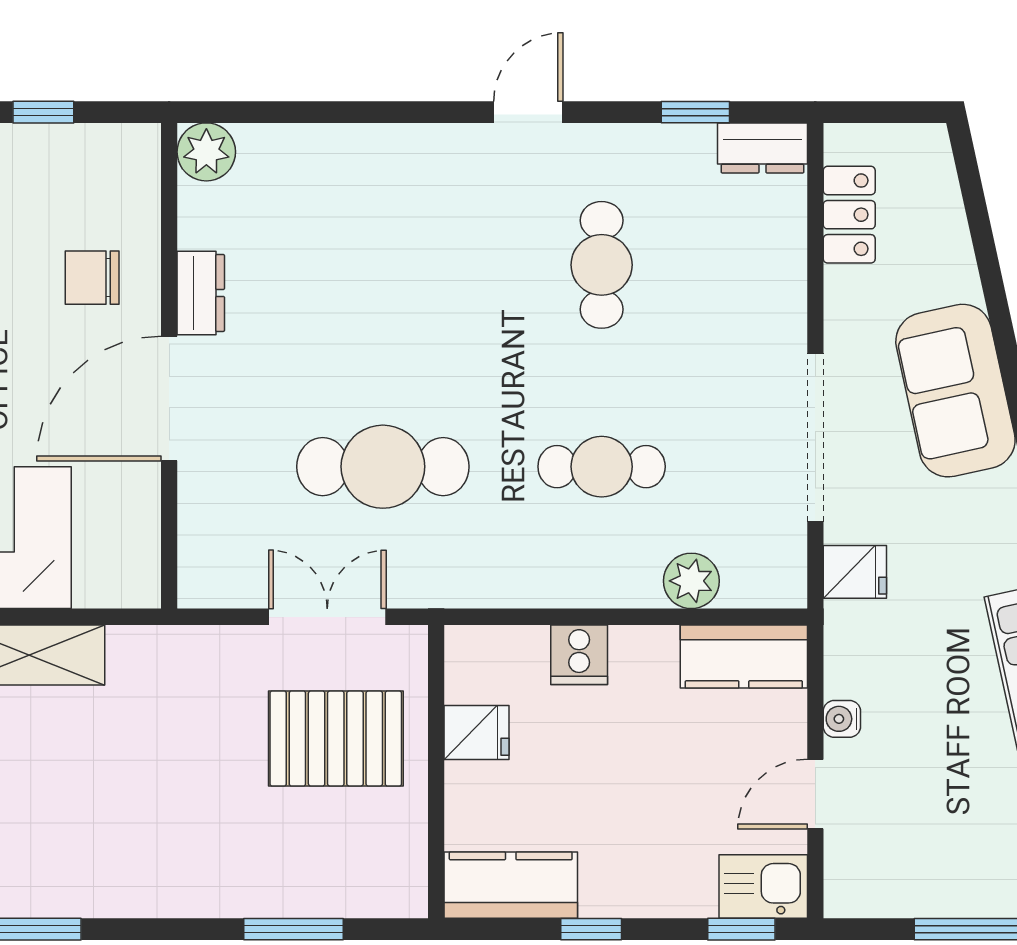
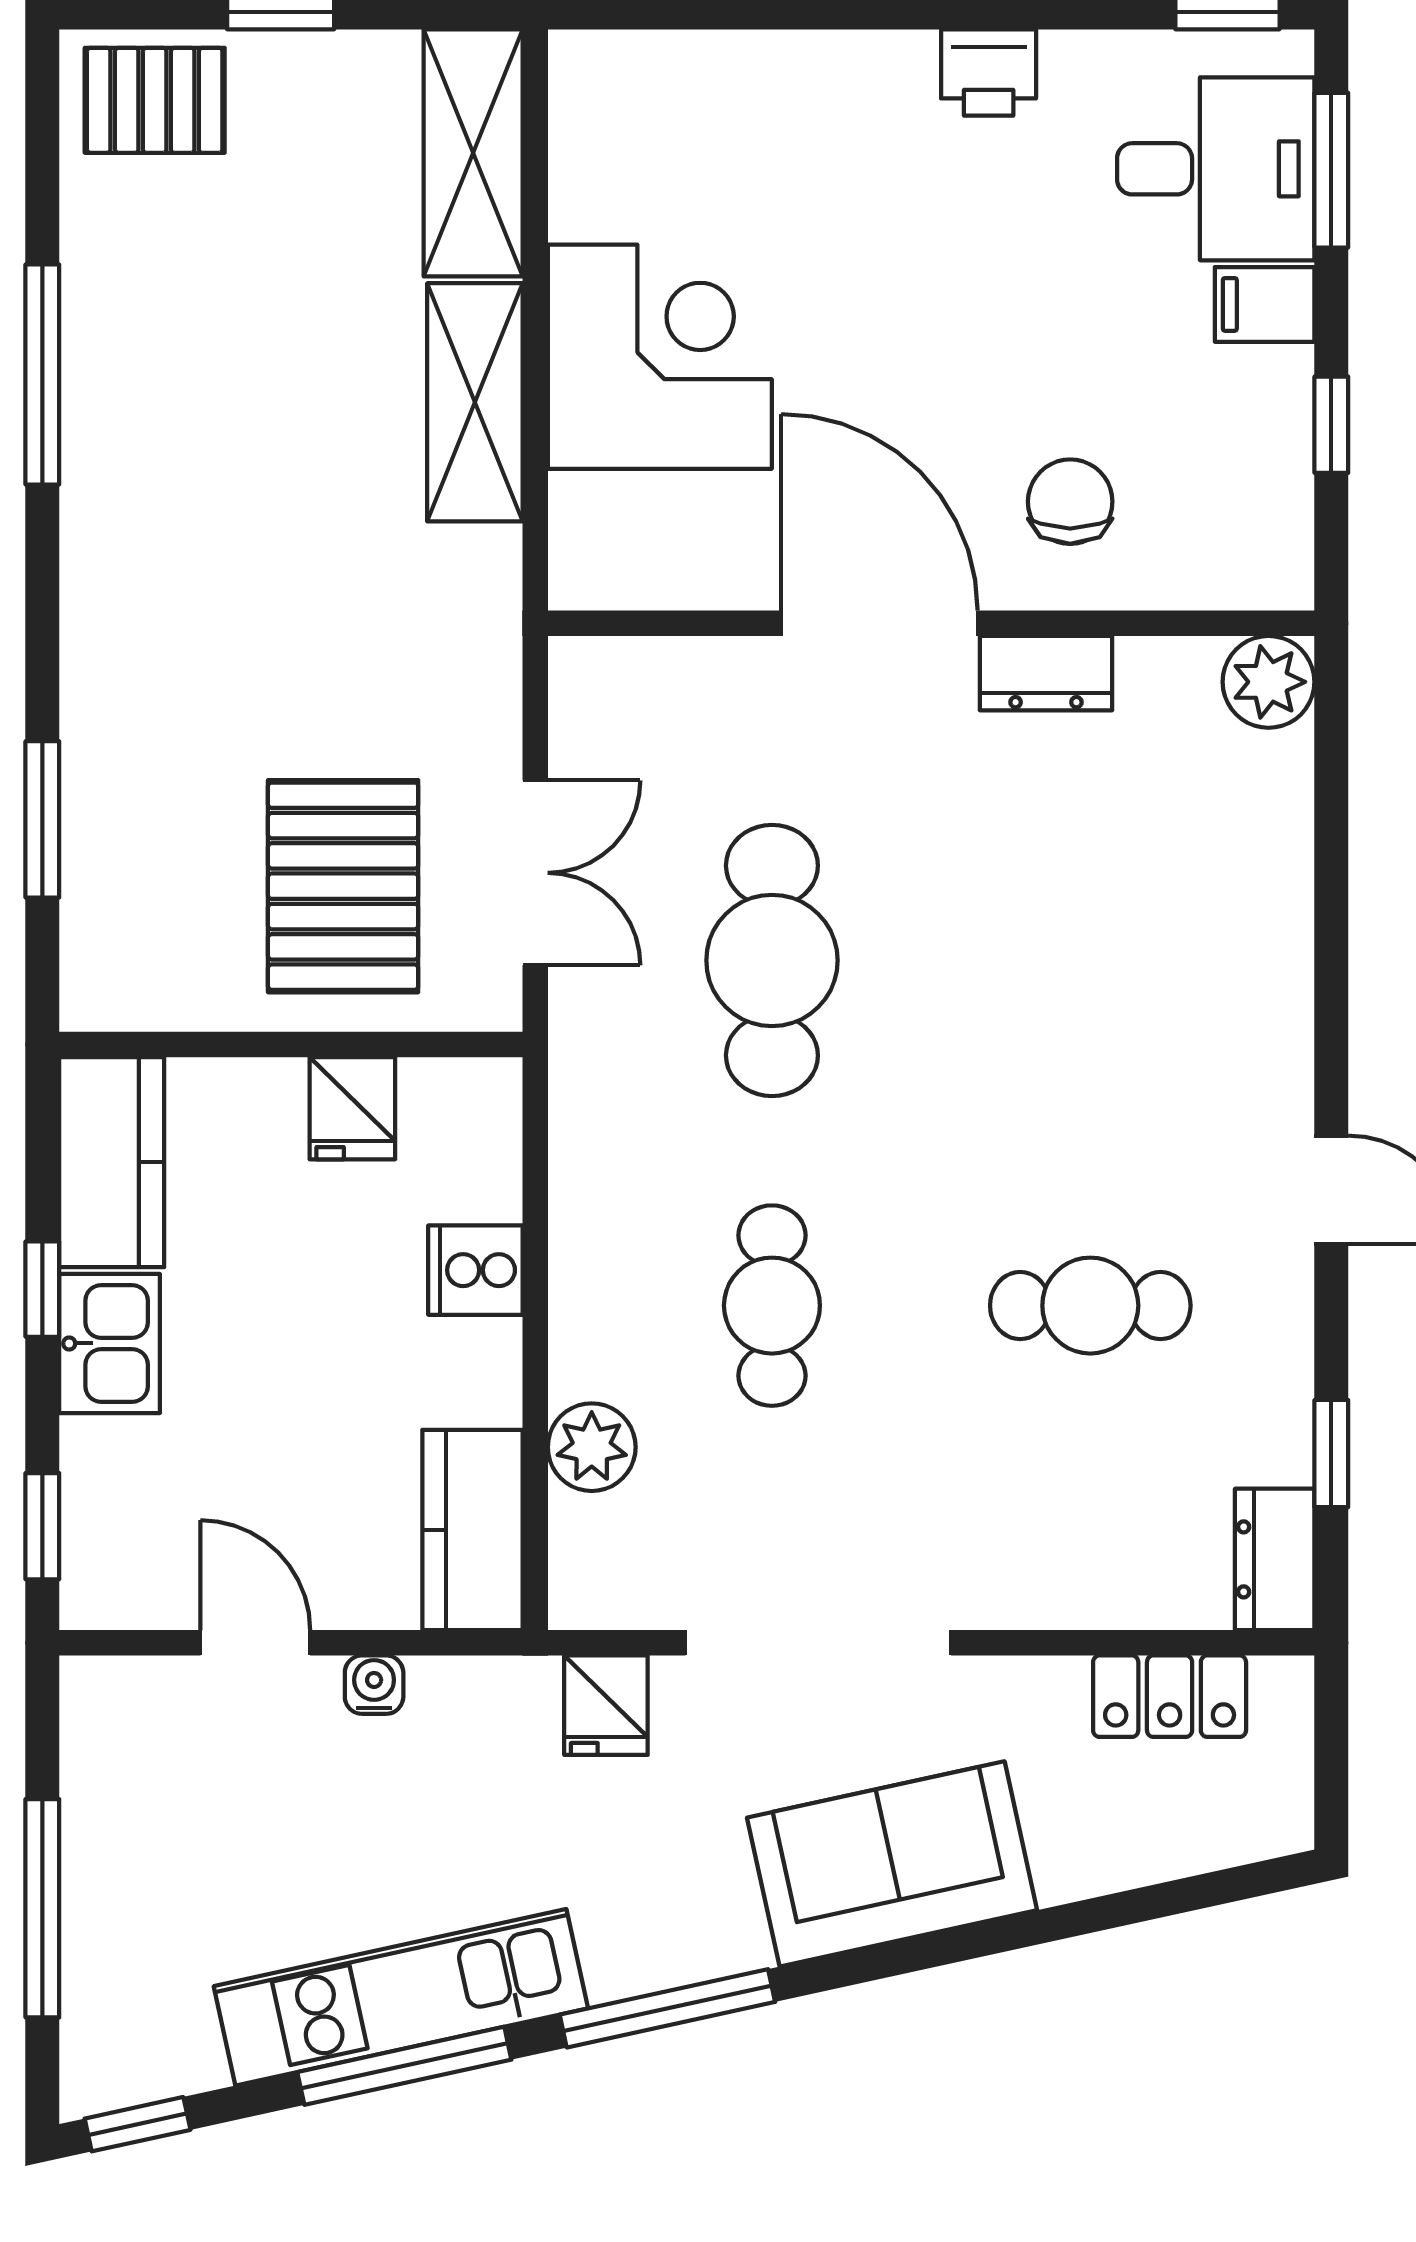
kitchen sink: (763, 886) -> (110, 1343), moved

